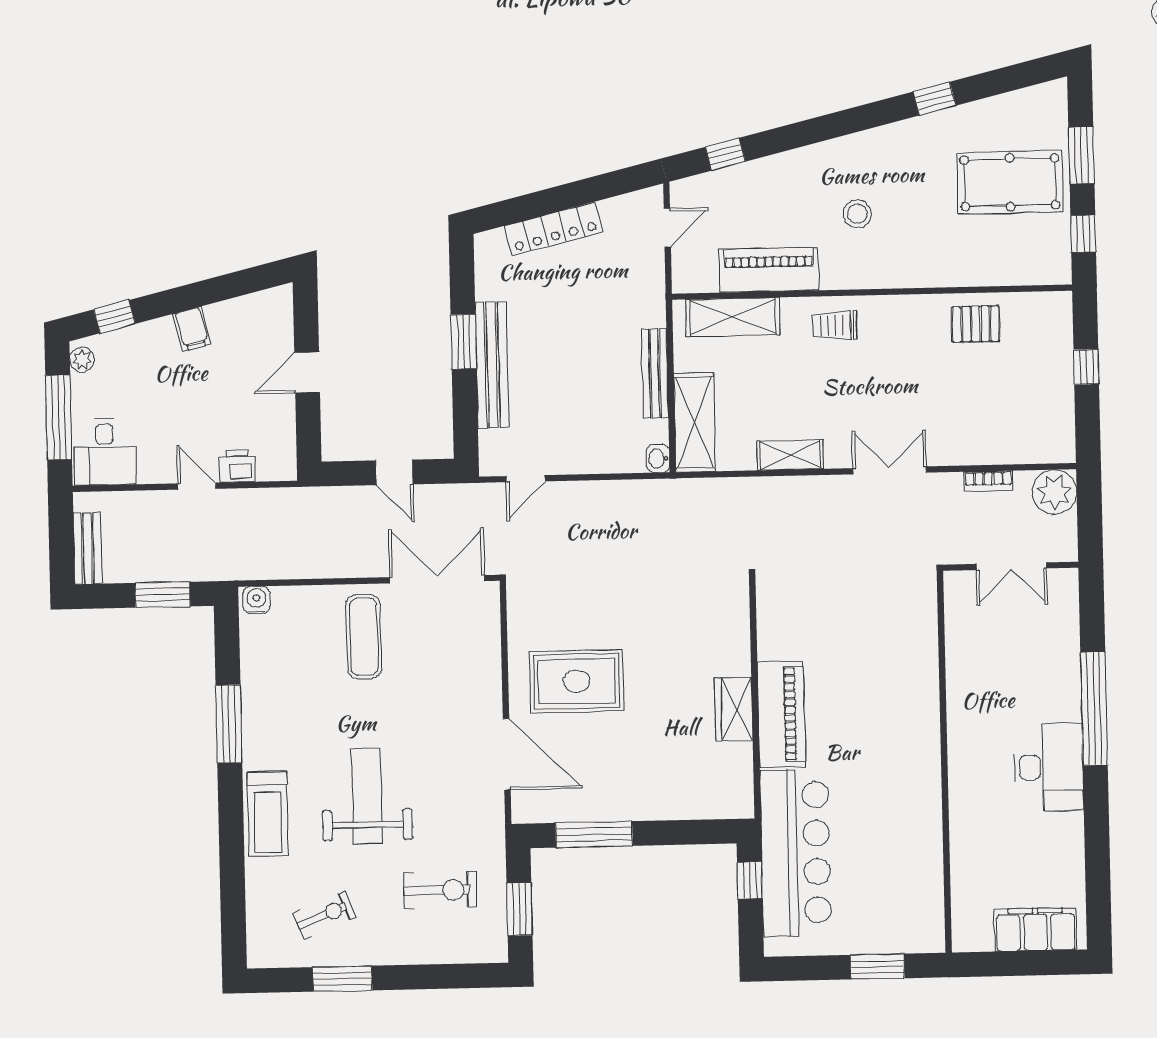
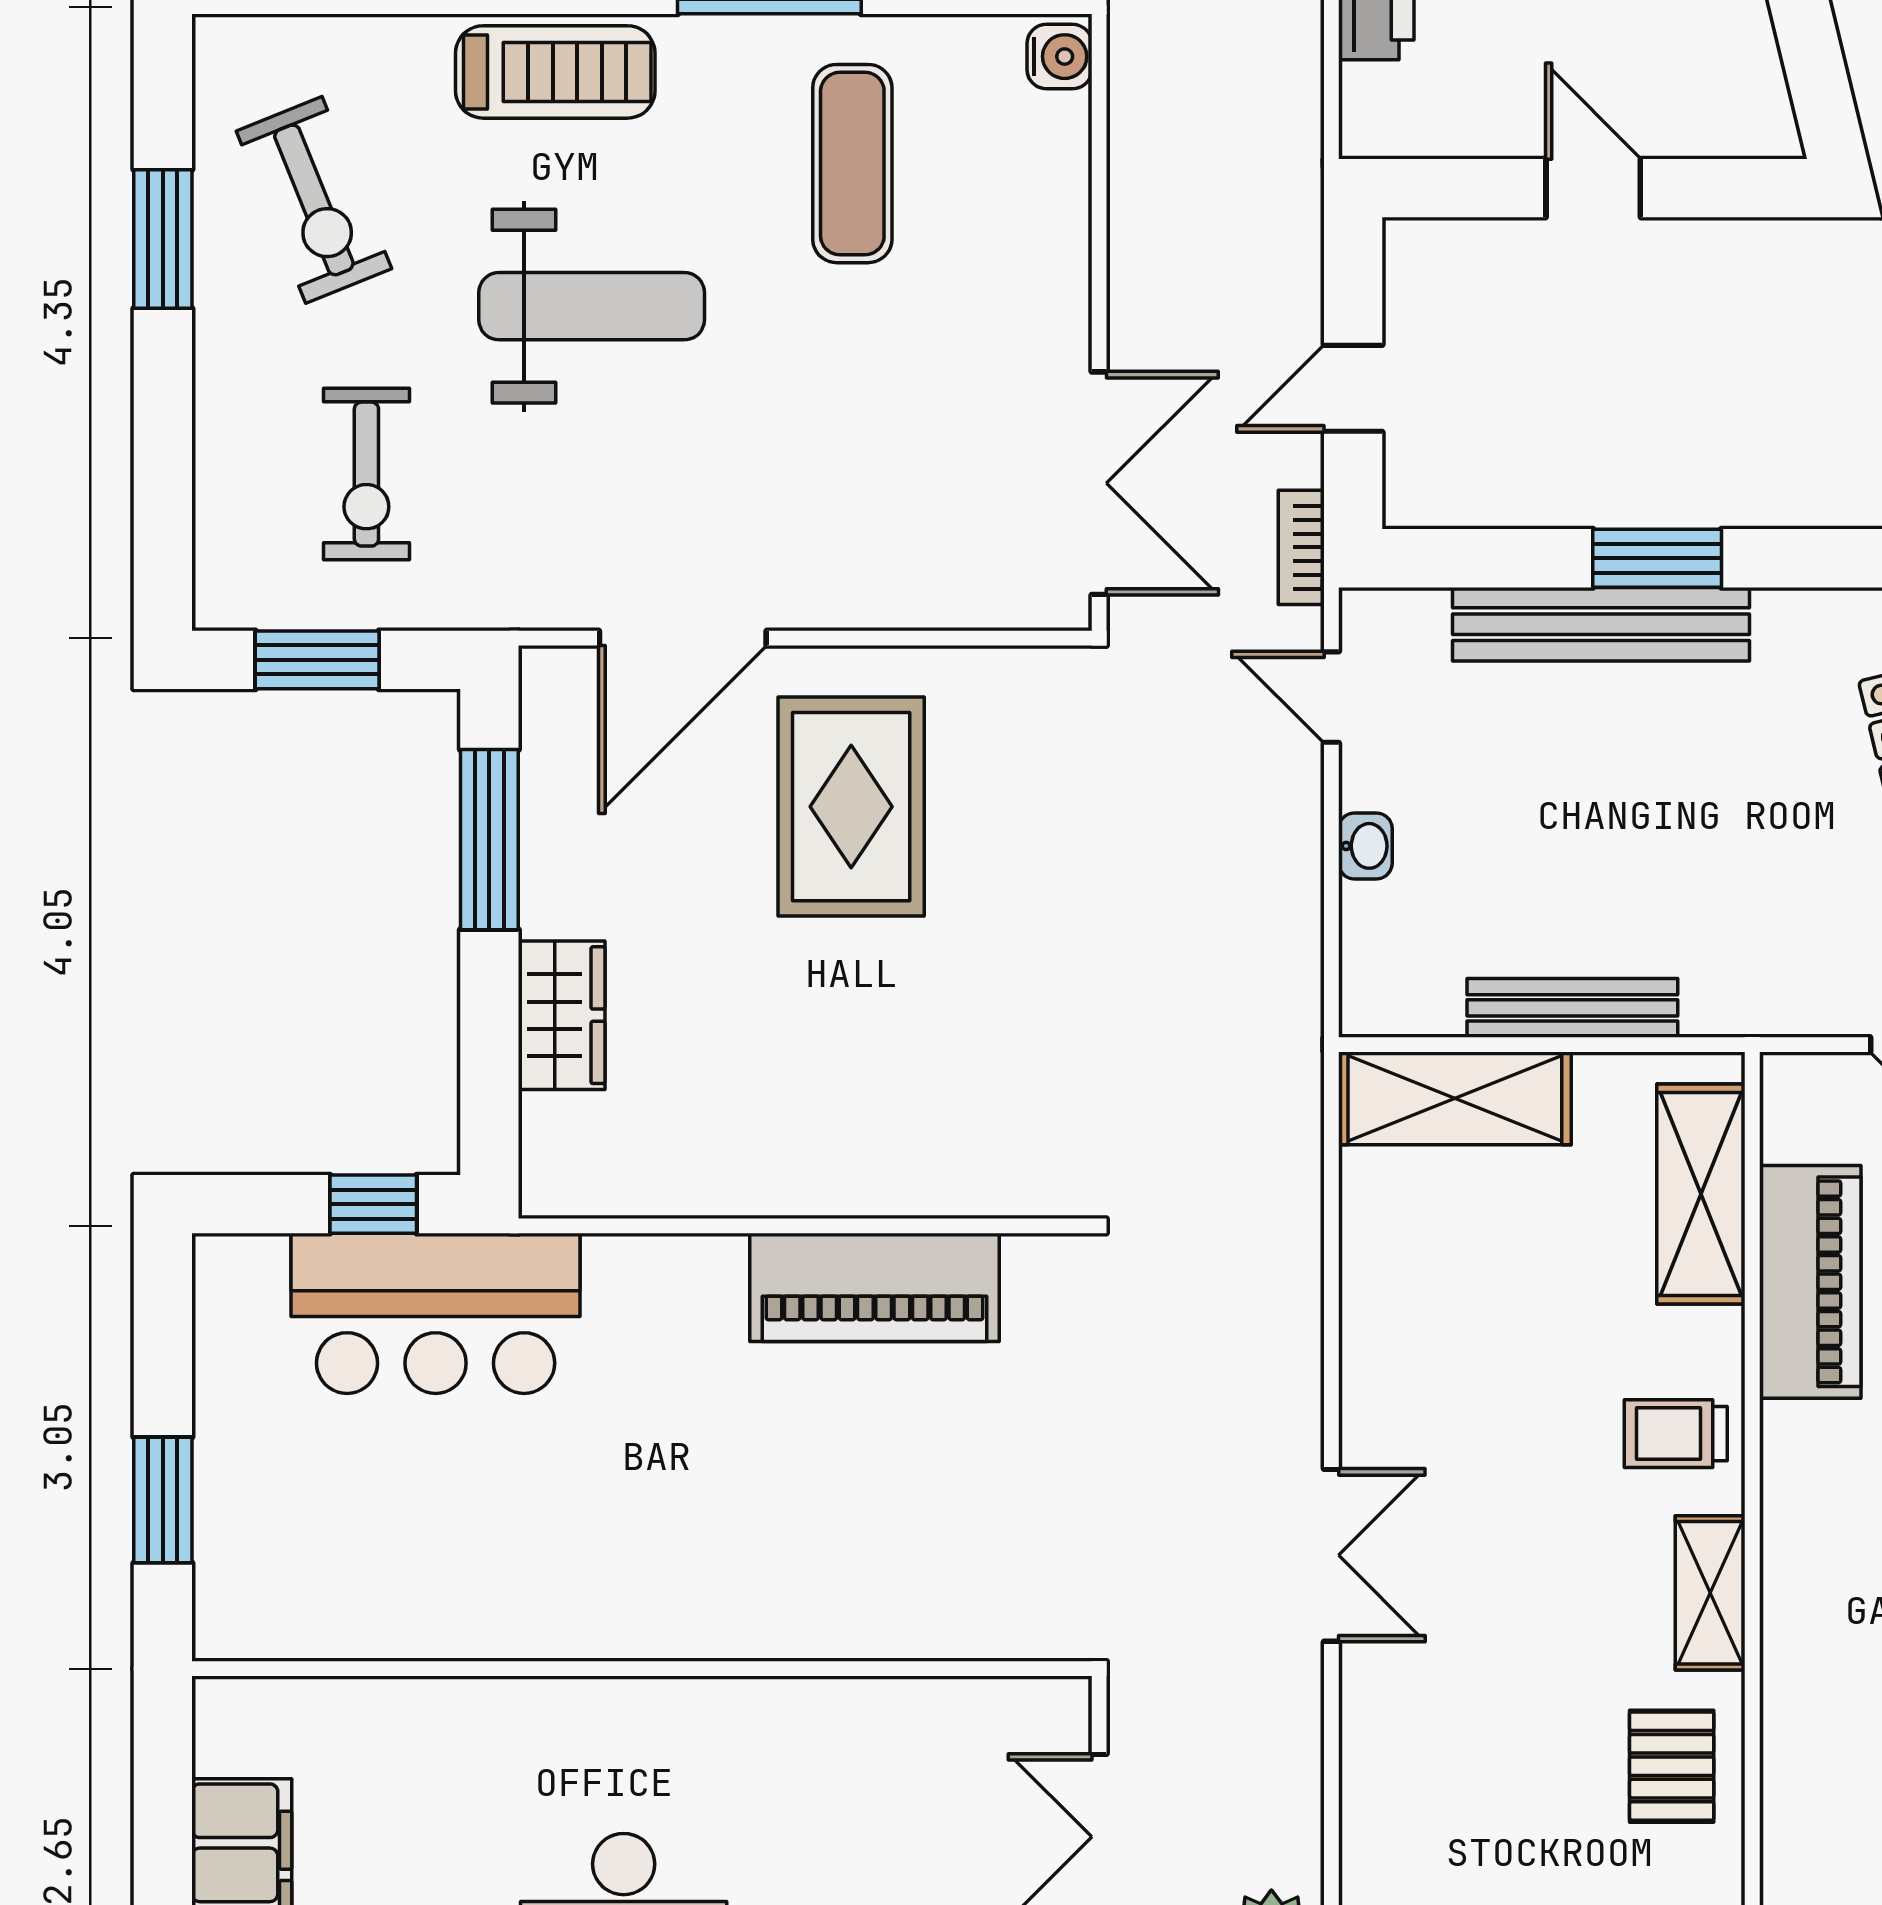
trolley: (835, 325) -> (1676, 1434), turned -90
shelving: (790, 455) -> (1710, 1593), moved
washbasin: (658, 459) -> (1365, 846), moved, turned 90
bookcase: (988, 481) -> (1301, 547), moved
exercise mat: (364, 637) -> (852, 164), moved, turned 90
wardrobe: (734, 709) -> (562, 1015), moved, turned 90
piano: (781, 714) -> (874, 1287), moved
treadmill: (268, 814) -> (555, 72), turned 180
bar counter: (796, 853) -> (436, 1313), width x0.73
exercise bike: (324, 915) -> (314, 200), width x1.38, depth x1.39

